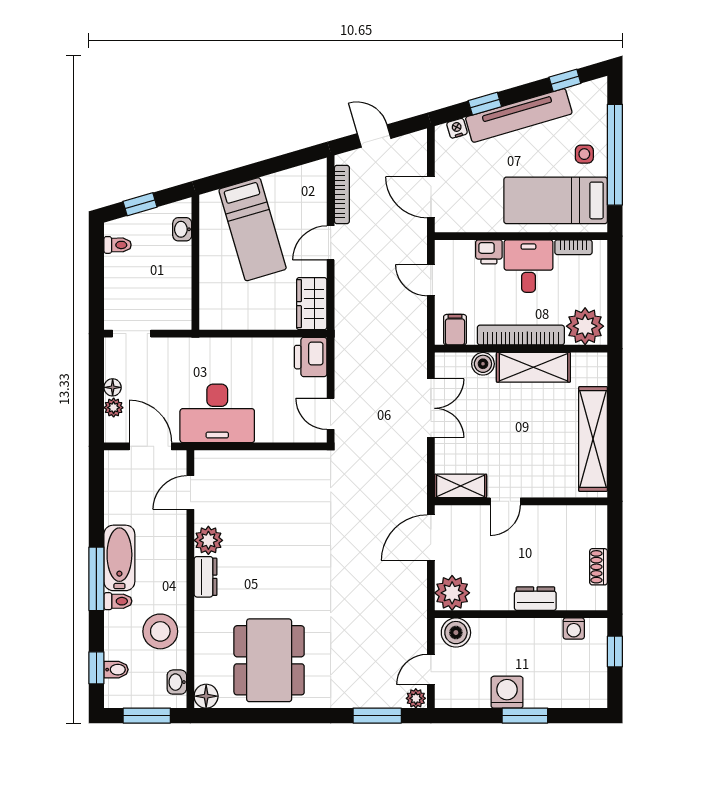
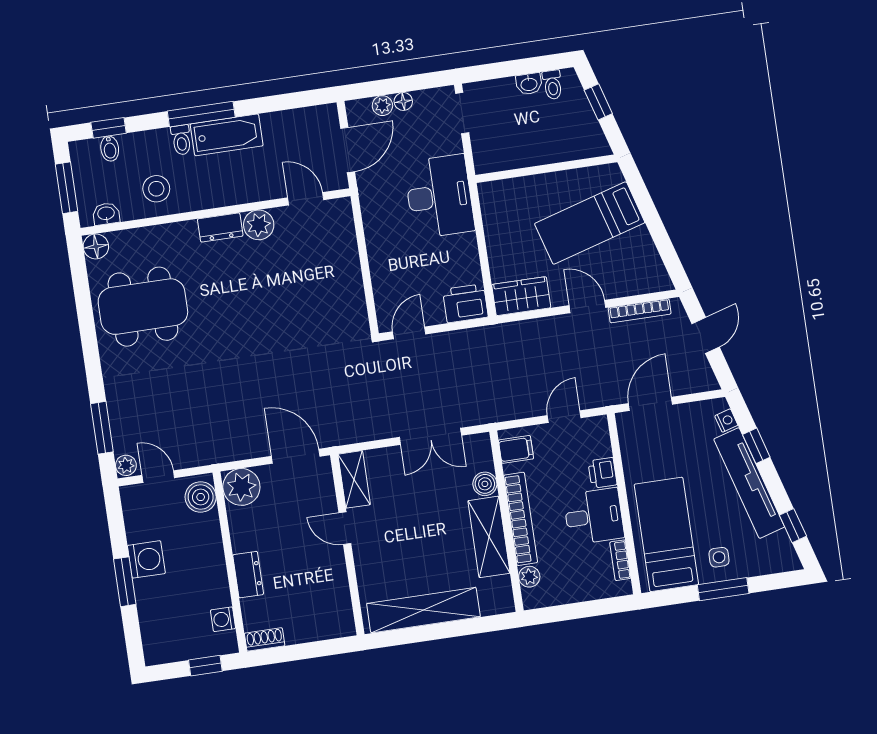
window: (615, 155) -> (723, 589), width x0.47
washbasin: (182, 229) -> (529, 84), moved, turned 180
plant: (585, 326) -> (529, 577), width x0.53, depth x0.53
desk: (217, 413) -> (439, 196), moved, turned 180
shoe rack: (599, 567) -> (265, 639), moved
stool: (160, 631) -> (156, 189), width x0.73, depth x0.73

